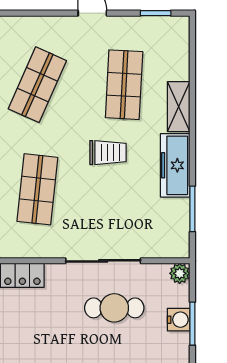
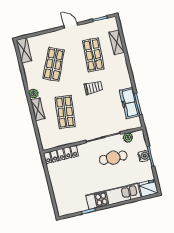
shelving: (179, 107) -> (117, 42), moved
freezer: (175, 165) -> (129, 103), moved
plant: (180, 273) -> (128, 138), moved

